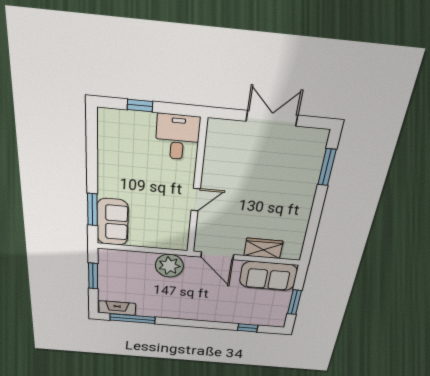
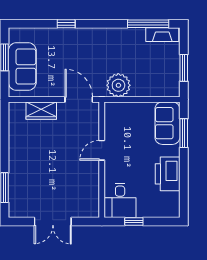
window: (140, 106) -> (134, 221), moved
printer: (113, 164) -> (168, 174), added
sofa: (268, 276) -> (22, 66), moved, turned 90
window: (248, 328) -> (66, 24), moved

